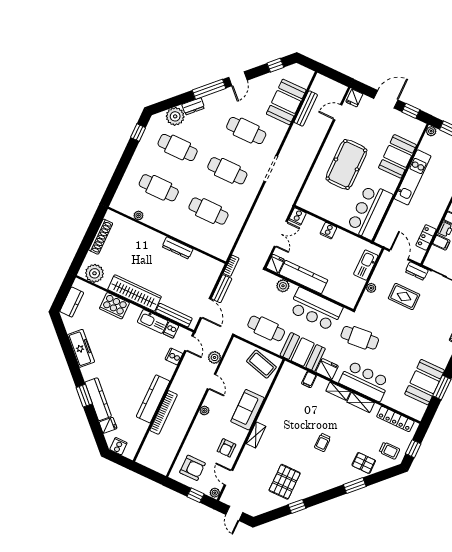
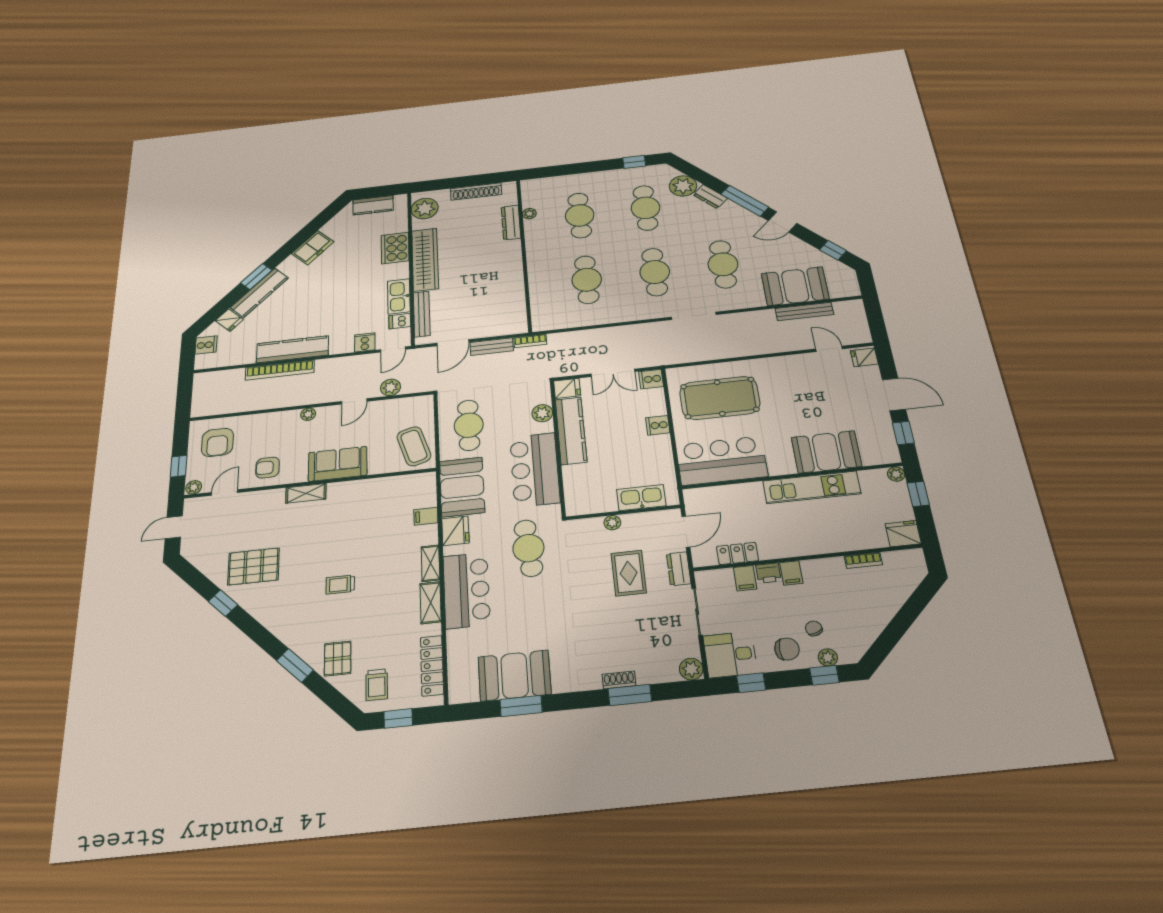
pool table: (346, 164) -> (720, 398), moved
dresser: (178, 248) -> (511, 222), moved
freezer: (81, 348) -> (313, 248), width x0.71
coffee table: (261, 364) -> (414, 446), turned -32

